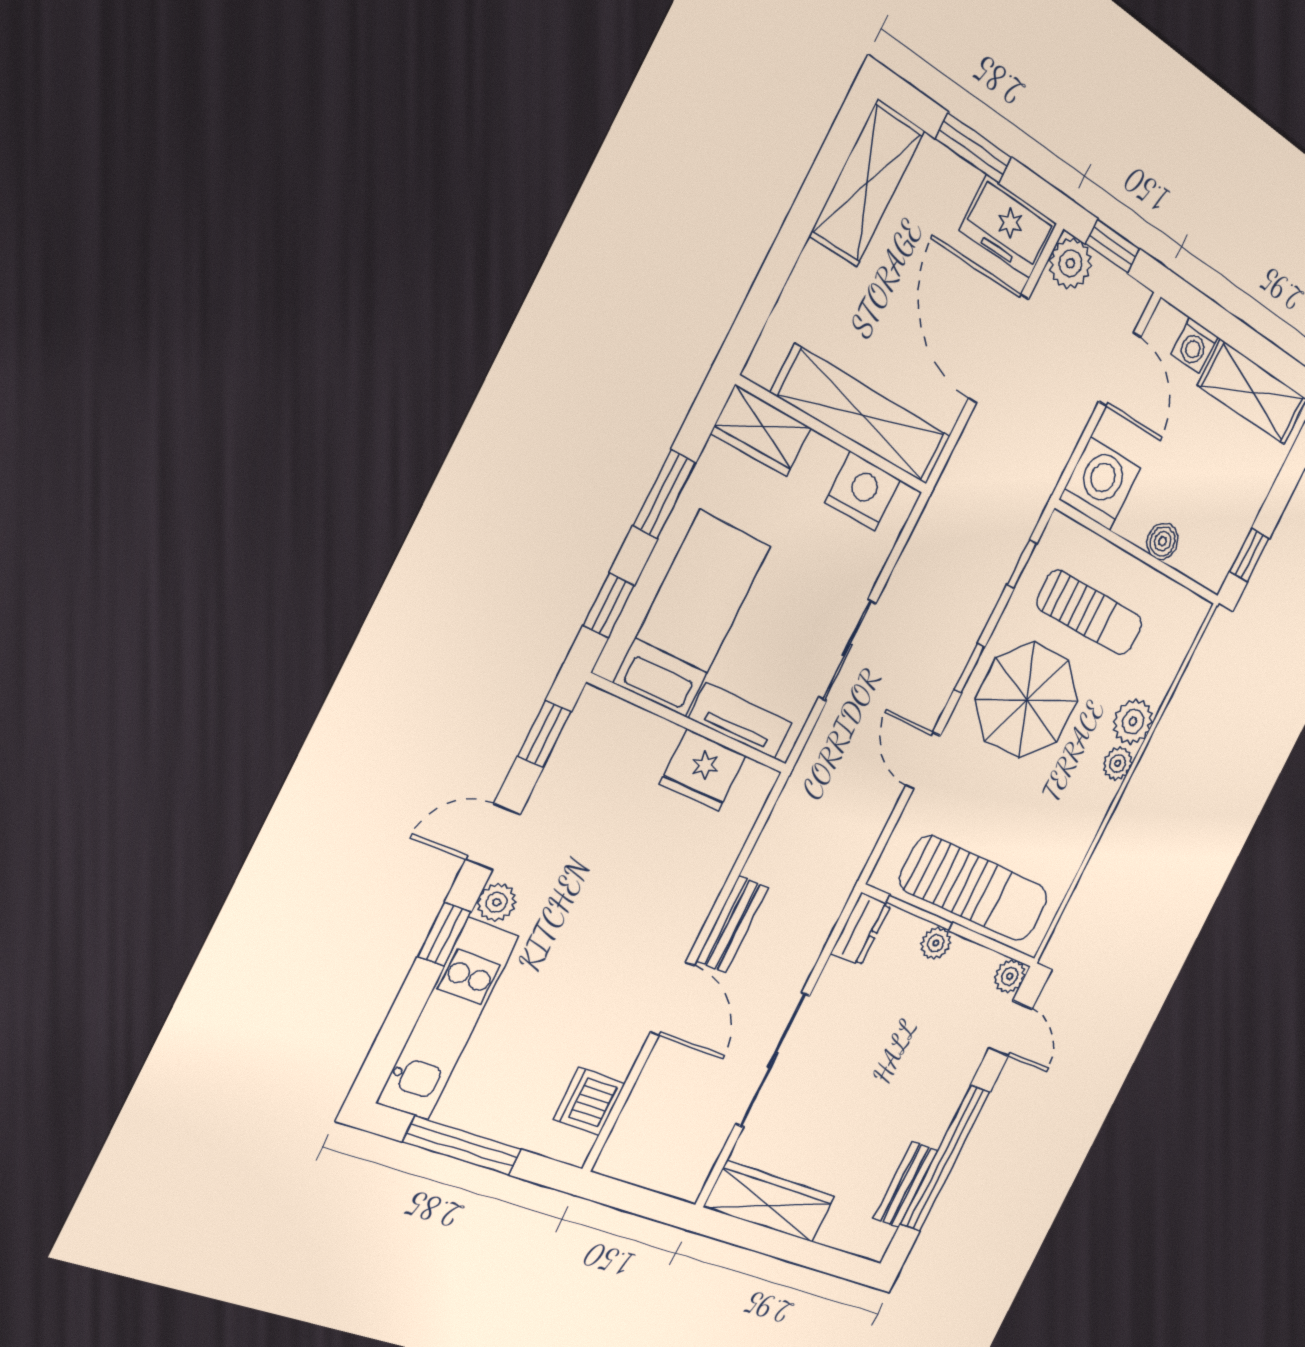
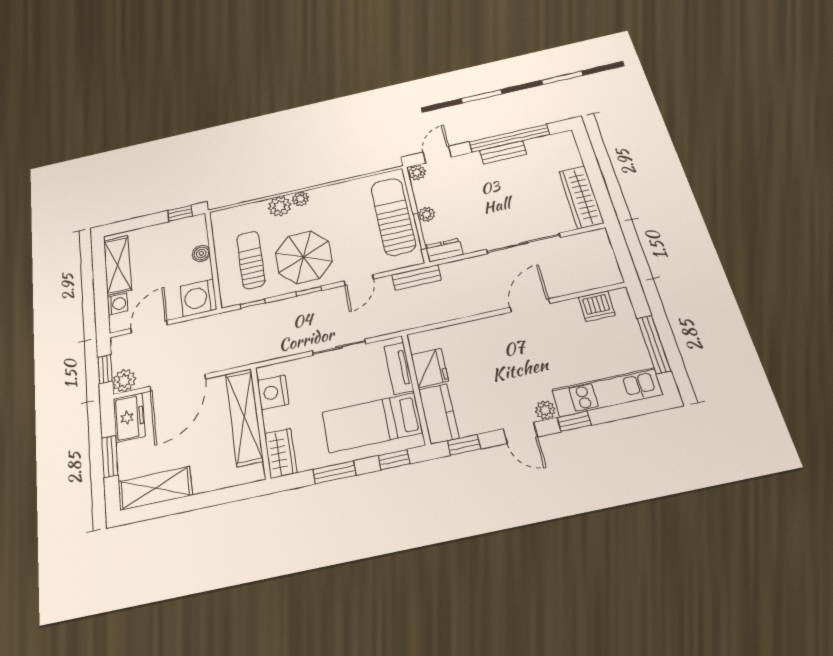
kitchen counter: (623, 730) -> (439, 414), added
bench: (732, 924) -> (416, 277), moved
bench: (906, 1185) -> (503, 152), moved

